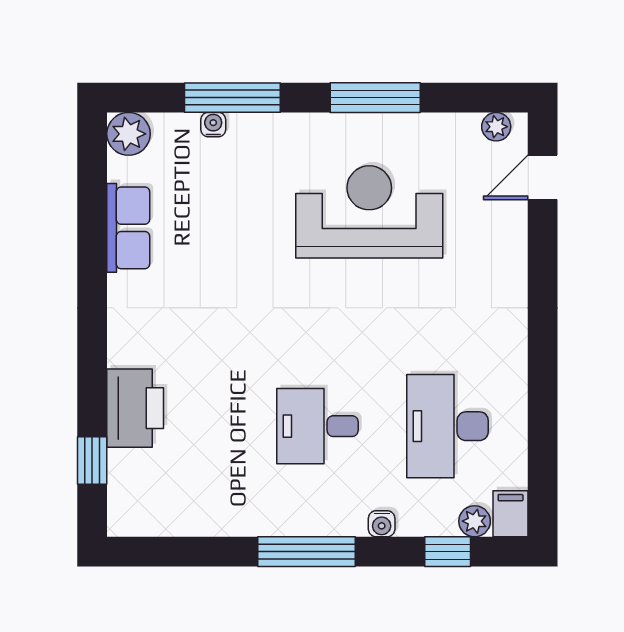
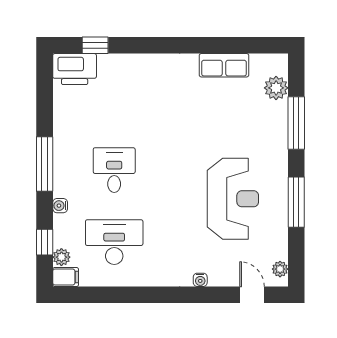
water cooler: (213, 125) -> (200, 280), moved, turned 90
plant: (129, 134) -> (276, 88), moved
printer: (135, 408) -> (75, 69), moved

